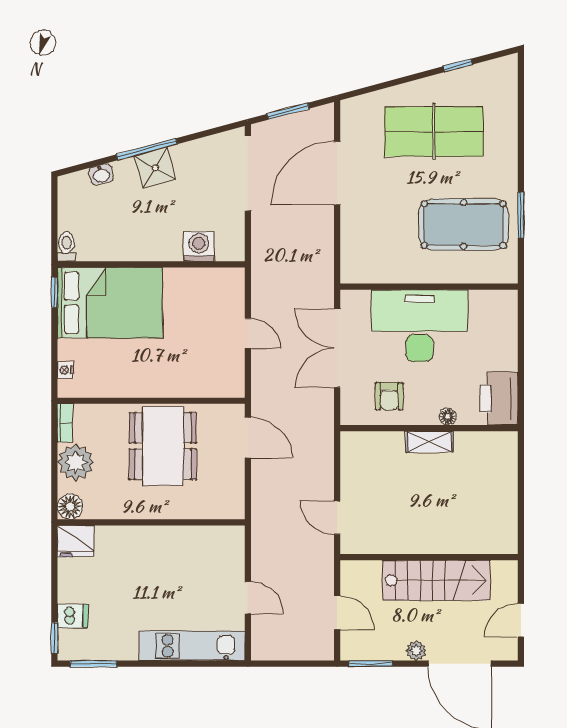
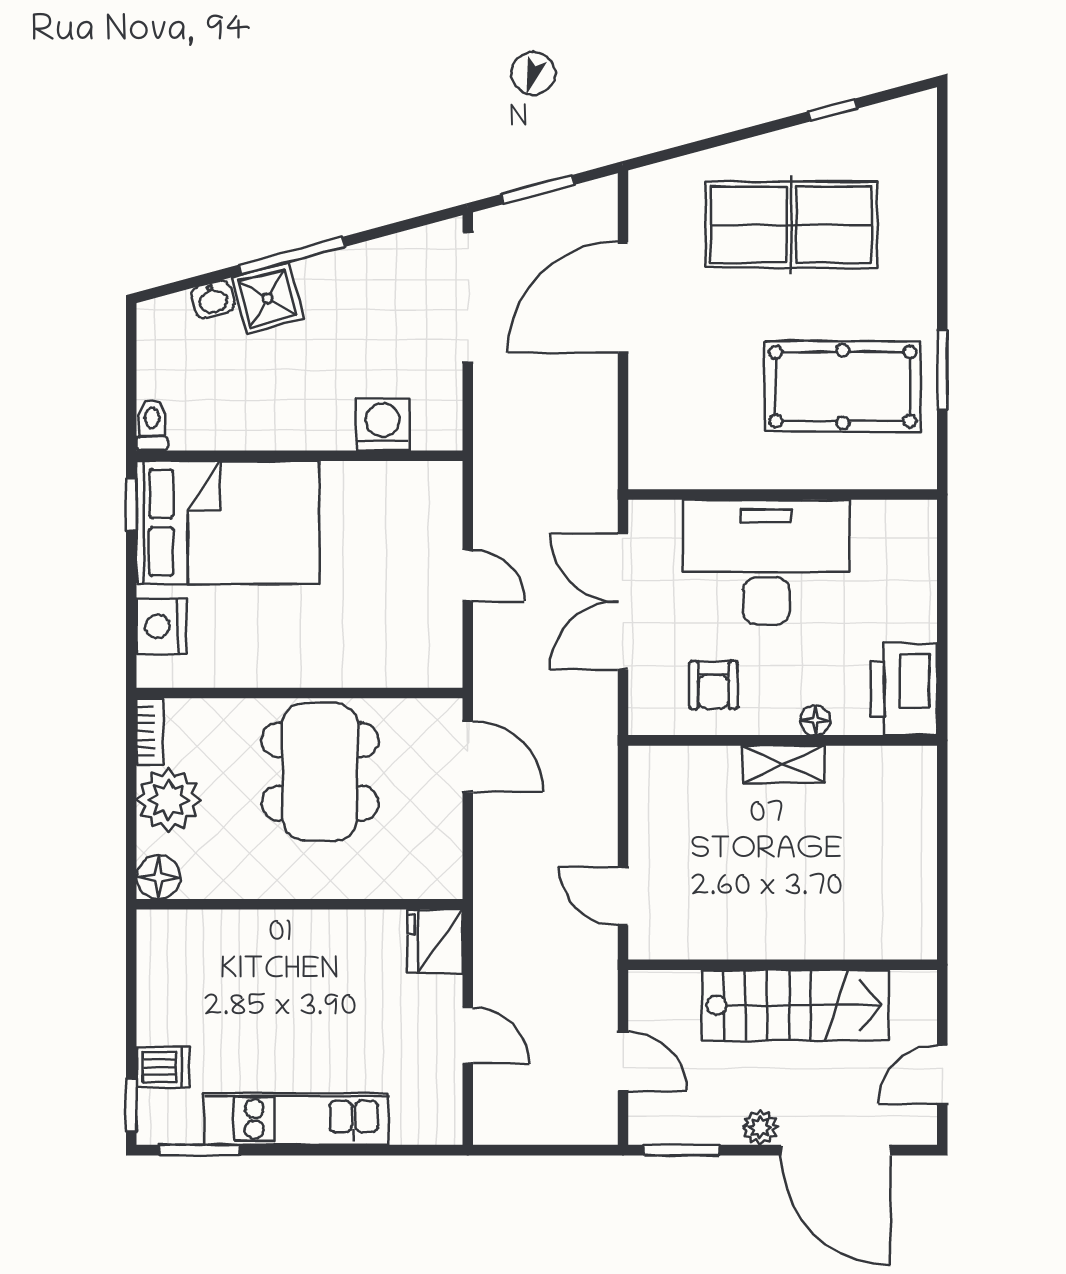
shower: (155, 168) -> (268, 298), moved
nightstand: (65, 370) -> (161, 626), width x1.89, depth x1.79
fridge: (76, 541) -> (435, 941), moved, turned 90
kitchen unit: (192, 646) -> (297, 1119), moved

